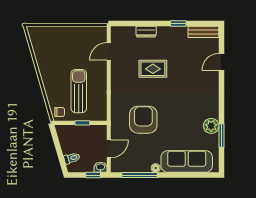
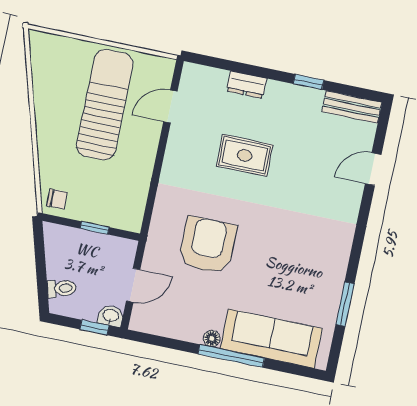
sun lounger: (79, 91) -> (105, 105), moved, width x1.36, depth x1.34
plant: (211, 126) -> (330, 282), removed
window: (139, 175) -> (231, 356), moved

